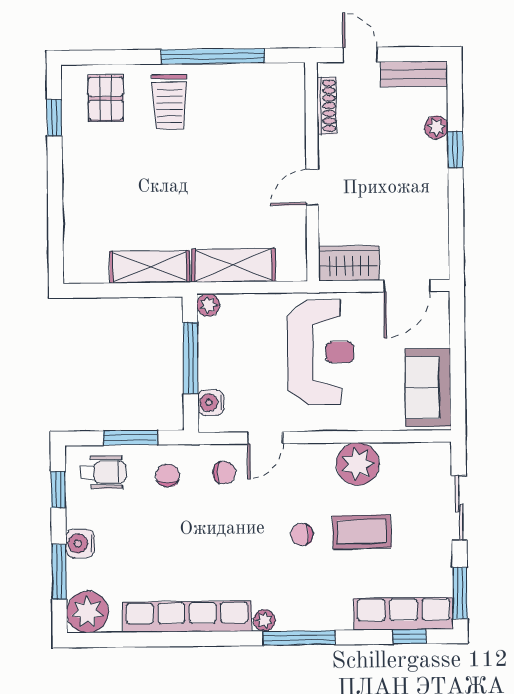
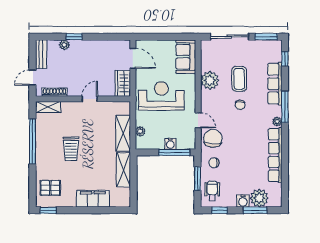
shelving: (293, 92) -> (48, 107), added
trolley: (170, 102) -> (71, 149), moved, turned 90
window: (54, 118) -> (48, 210), moved
door: (312, 187) -> (90, 99), swing flipped
filing cabinet: (82, 197) -> (93, 199), added
plant: (208, 305) -> (140, 131), moved
window: (190, 358) -> (174, 152), moved
sofa: (428, 388) -> (186, 57), moved, turned 90
water cooler: (211, 403) -> (170, 144), moved
chair: (224, 473) -> (213, 138), width x1.87, depth x1.87
sliding door: (459, 508) -> (229, 37), width x1.37
plant: (87, 612) -> (259, 198), moved
row of seats: (403, 614) -> (275, 84), moved

